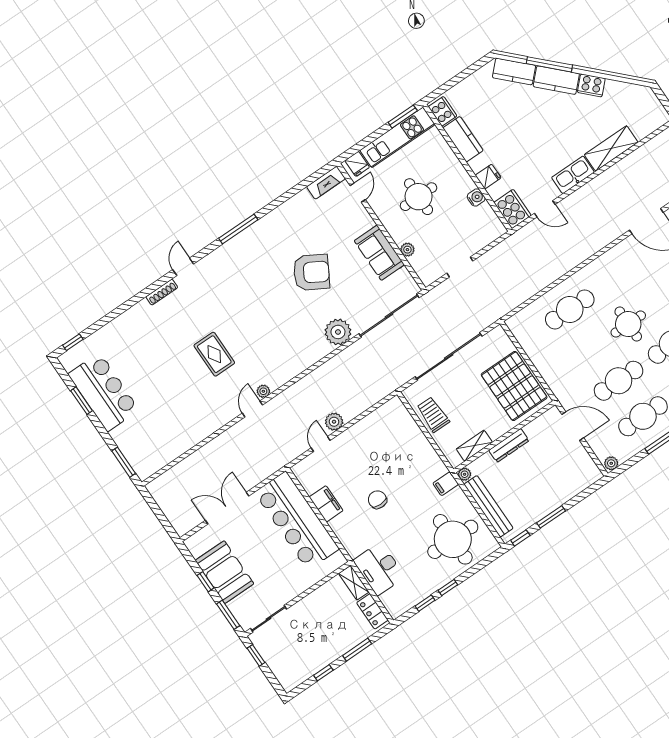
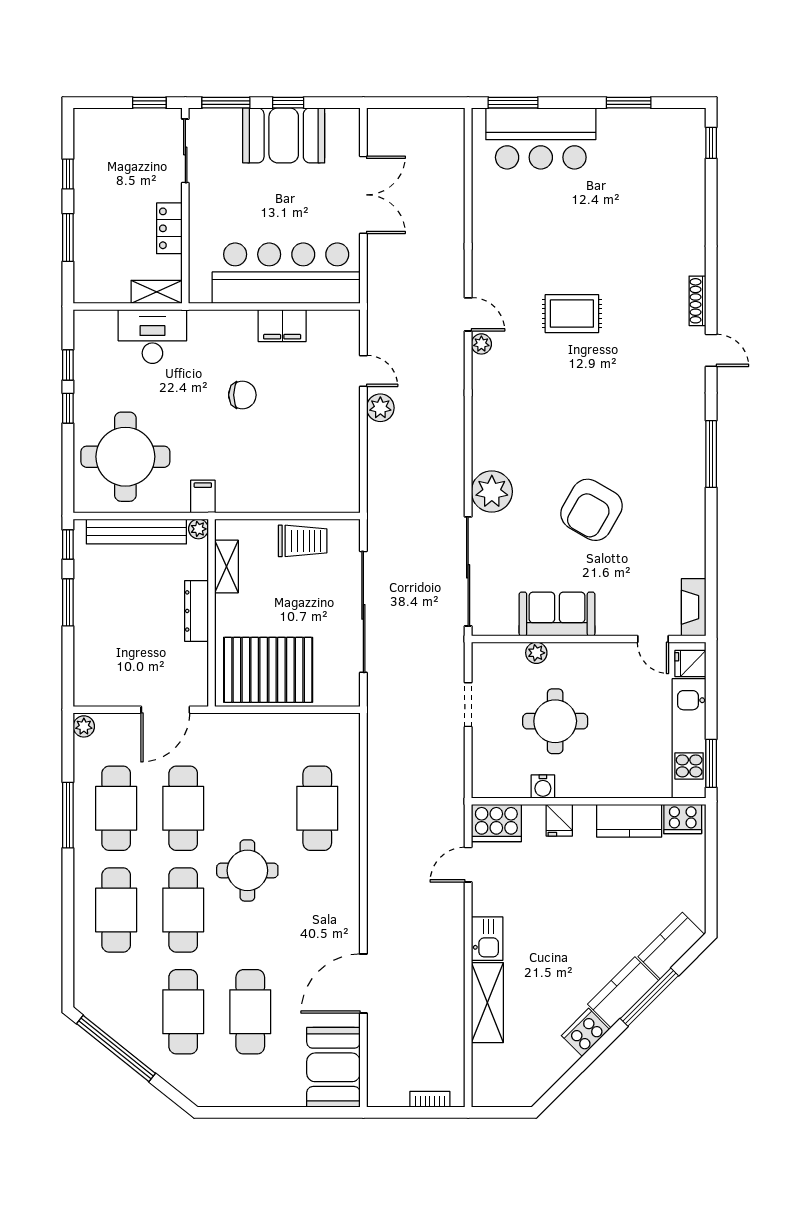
kitchen sink: (573, 175) -> (487, 939), width x0.73
round table: (419, 197) -> (555, 721), moved
bar counter: (104, 392) -> (541, 138), moved
locker: (372, 611) -> (169, 228), moved, turned -90

